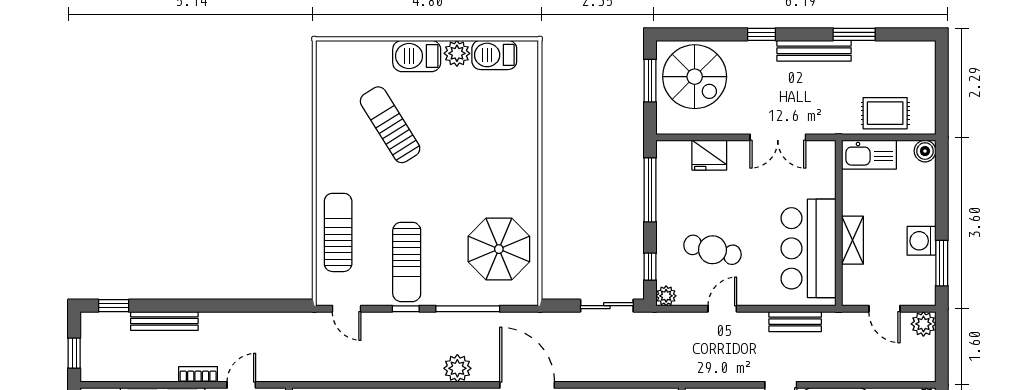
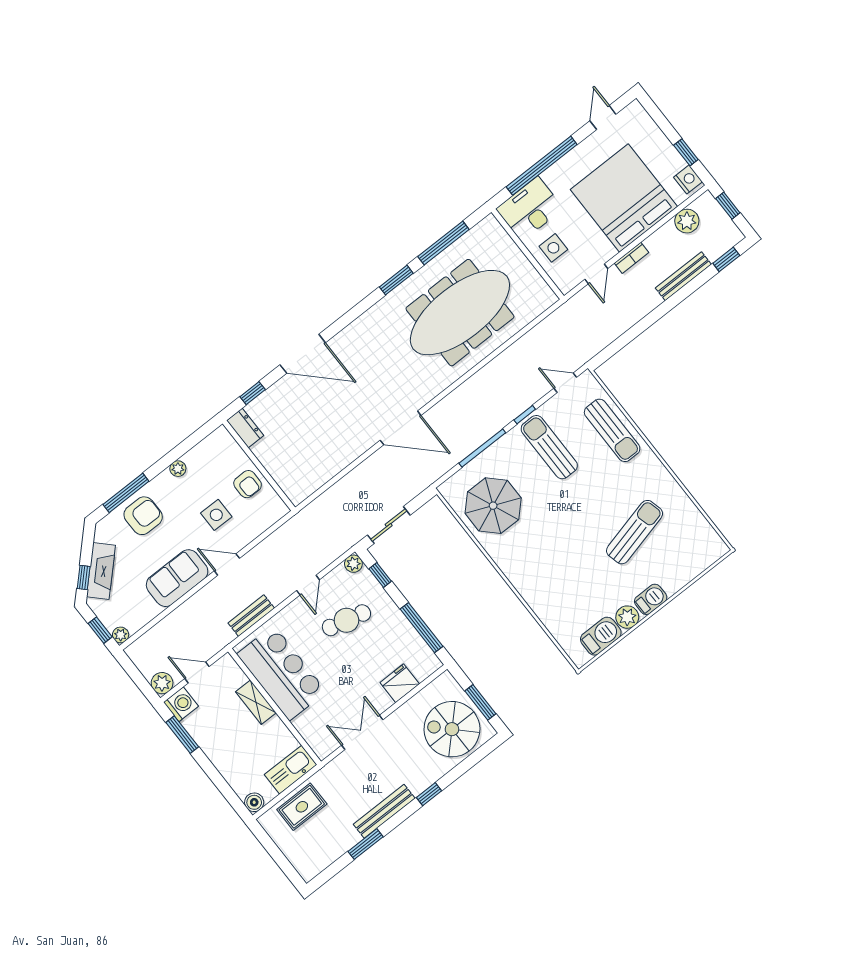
barbecue: (417, 56) -> (651, 599), width x0.73, depth x0.79
sun lounger: (390, 125) -> (635, 532), turned -72
washing machine: (921, 241) -> (181, 704), moved
plant: (457, 368) -> (687, 221), moved

